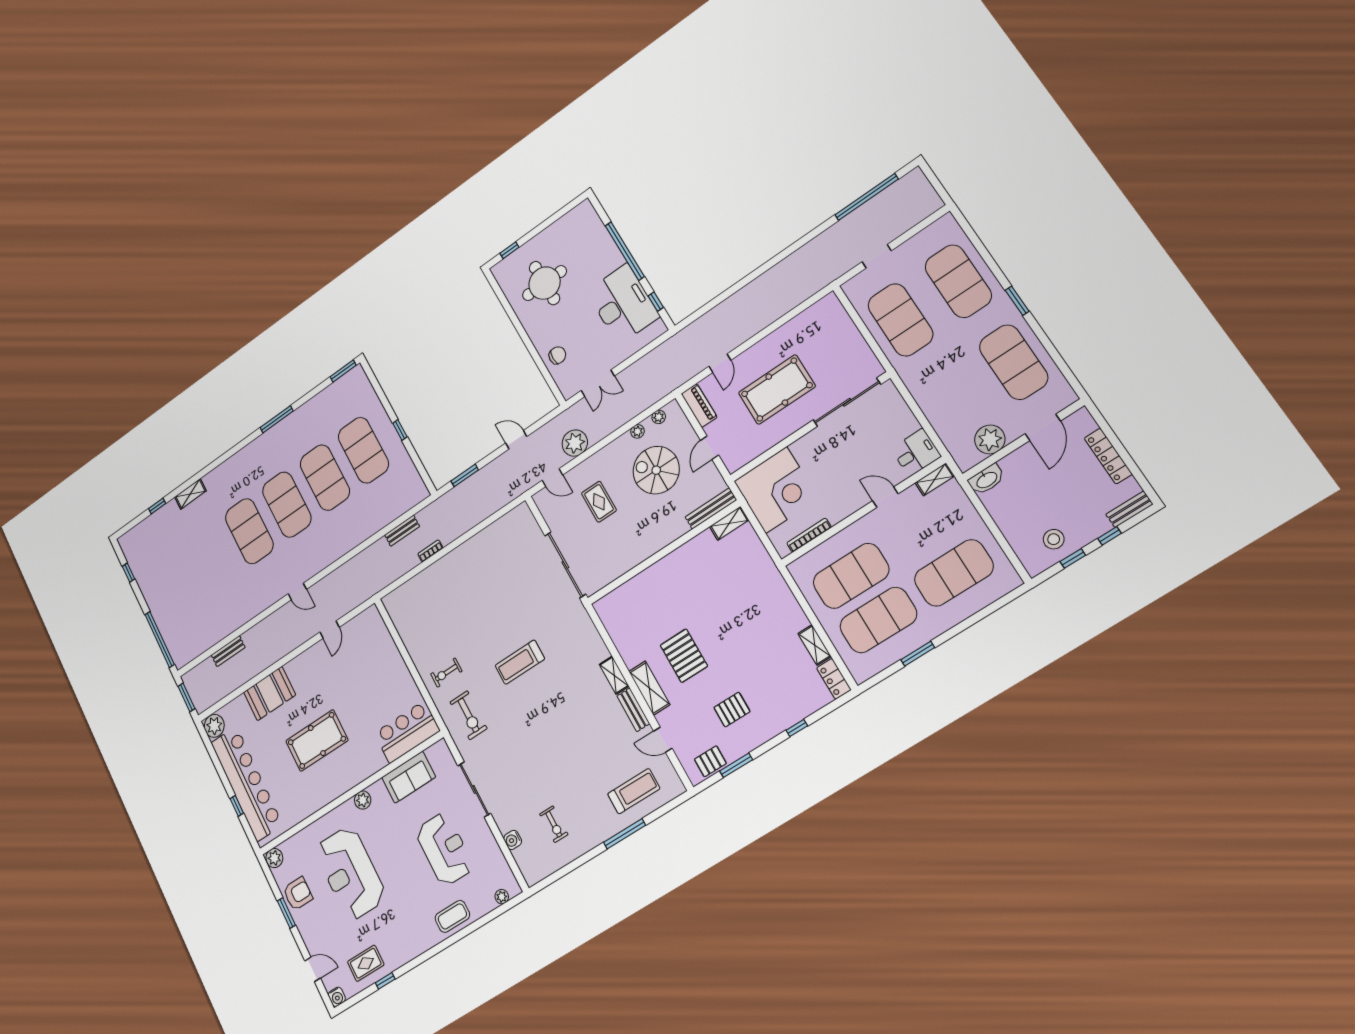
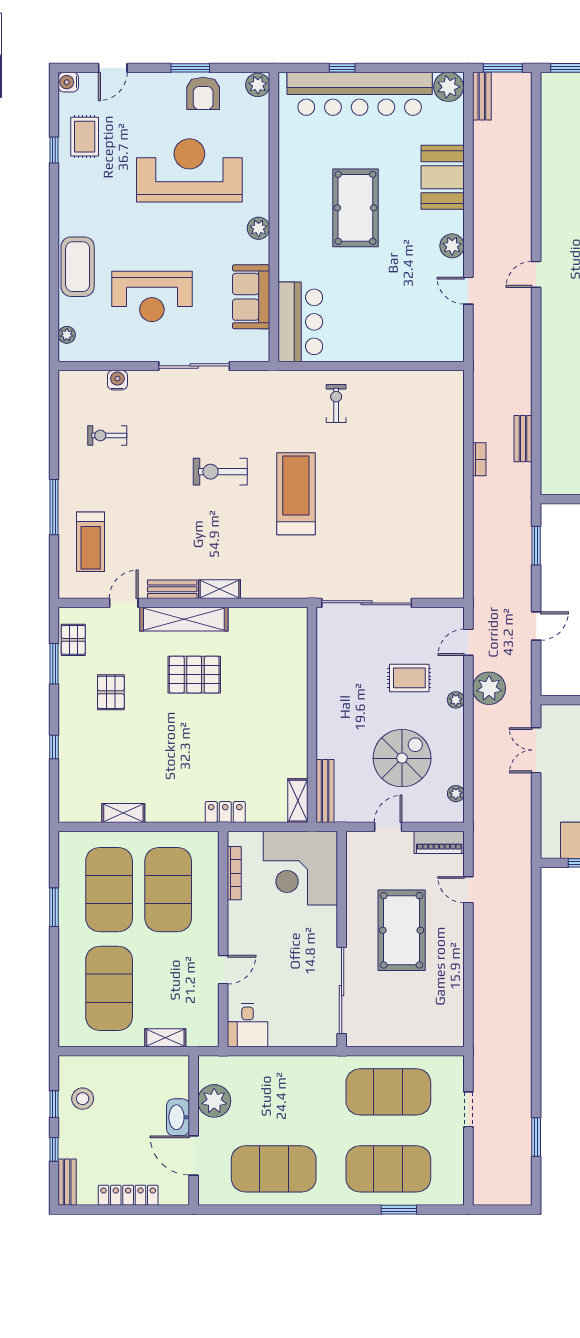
window: (867, 197) -> (536, 1137), width x0.47
window: (1017, 301) -> (399, 1210), moved
plant: (638, 431) -> (456, 700), moved
door: (710, 448) -> (388, 827), hinge flipped
shelving: (935, 479) -> (165, 1038), moved, turned 90
washbasin: (986, 480) -> (178, 1117), moved
bench: (228, 651) -> (482, 96), moved
plant: (308, 659) -> (452, 246), added
treadmill: (520, 662) -> (296, 494), width x1.37, depth x1.38
locker: (834, 679) -> (225, 812), moved
shelving: (649, 688) -> (184, 619), width x1.47
exercise bike: (469, 715) -> (220, 472), moved
coffee table: (452, 916) -> (78, 267), width x1.36, depth x1.32

